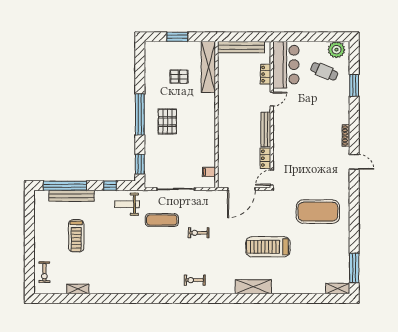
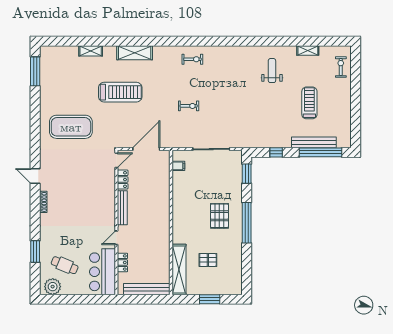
weight bench: (127, 204) -> (272, 71), moved, turned -90
exercise mat: (162, 220) -> (225, 118), removed
shelving: (338, 289) -> (91, 51), moved

